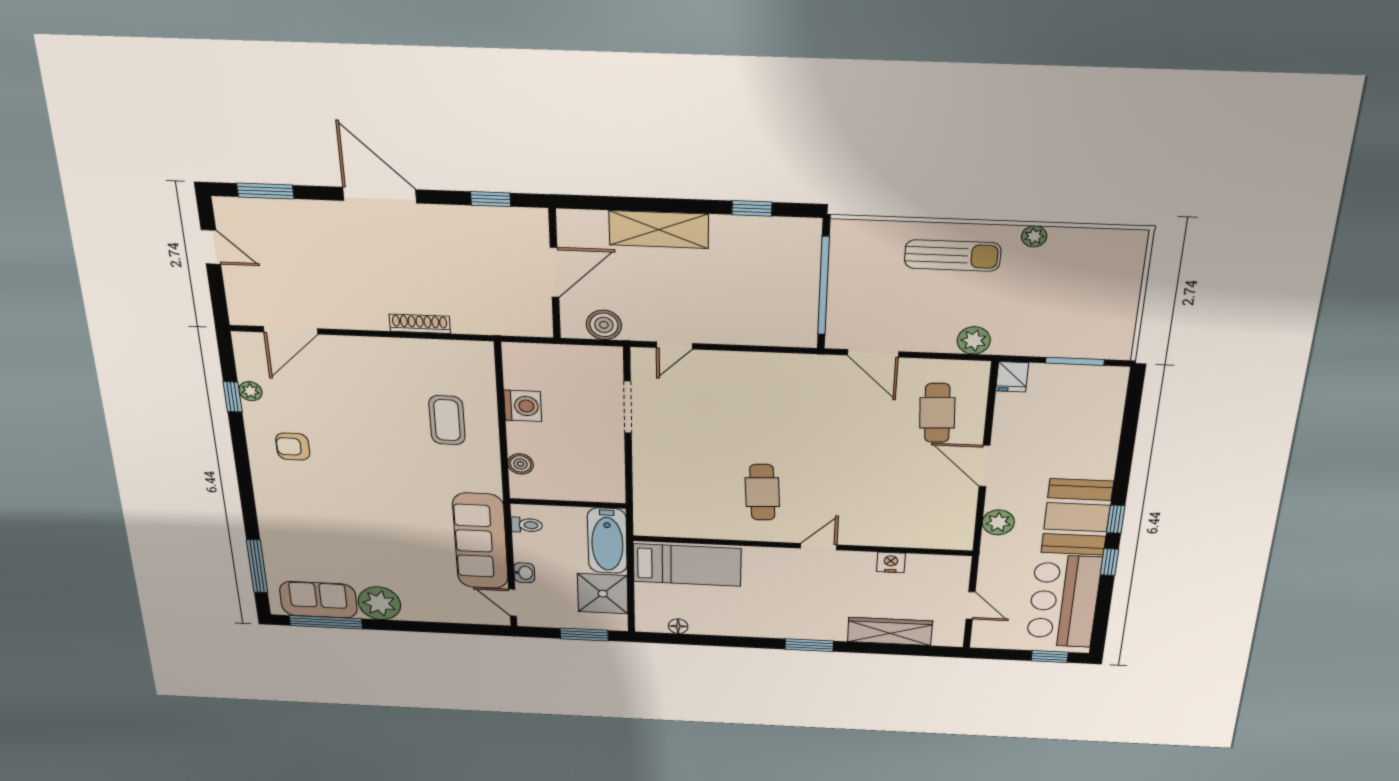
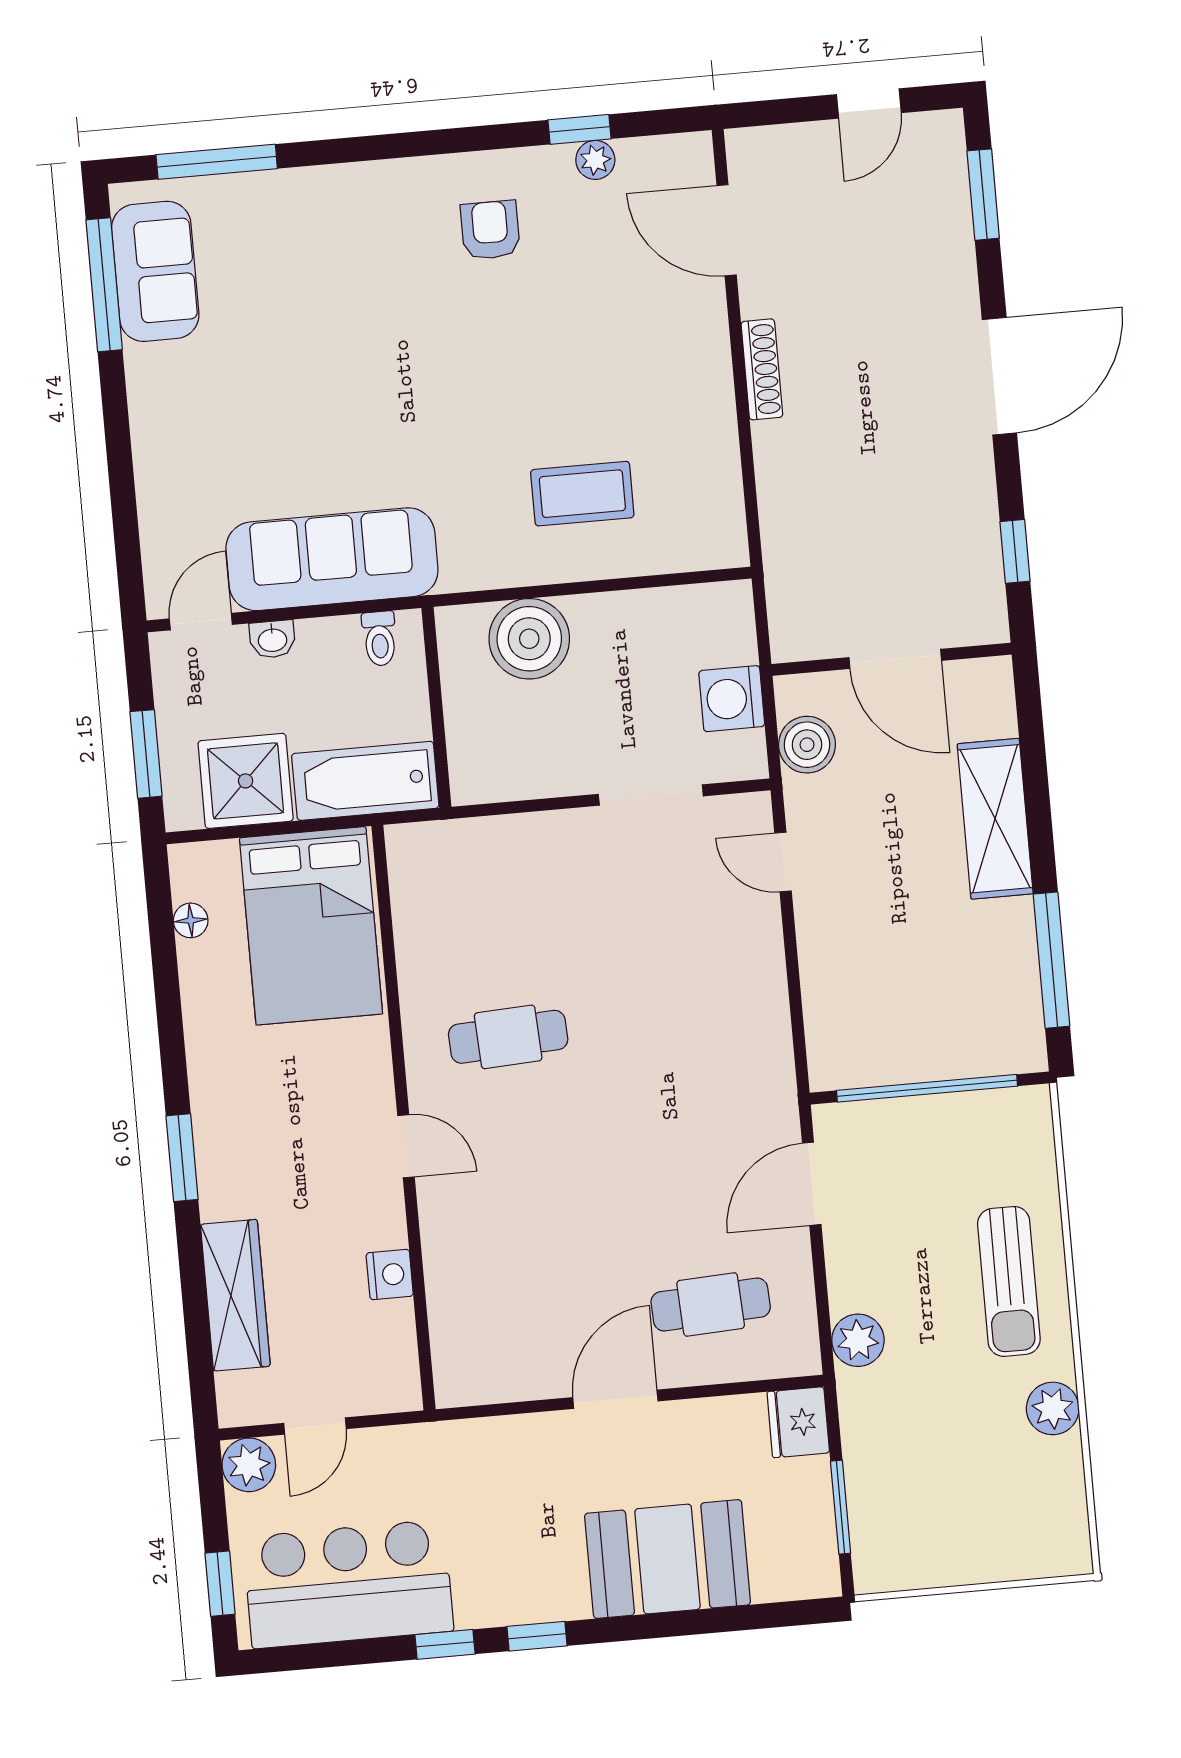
window: (752, 208) -> (1052, 960), width x2.17
plant: (1034, 236) -> (1053, 1408), width x1.38, depth x1.38
shoe rack: (420, 324) -> (762, 369), moved
fridge: (1012, 377) -> (798, 1422), width x1.38
washing machine: (523, 406) -> (732, 699), moved, turned 90
boiler: (520, 464) -> (529, 639), width x1.86, depth x1.86
booth: (1077, 517) -> (668, 1559), moved
plant: (998, 522) -> (249, 1465), moved
bed: (687, 565) -> (311, 926), width x1.50
plant: (379, 603) -> (164, 382), removed

